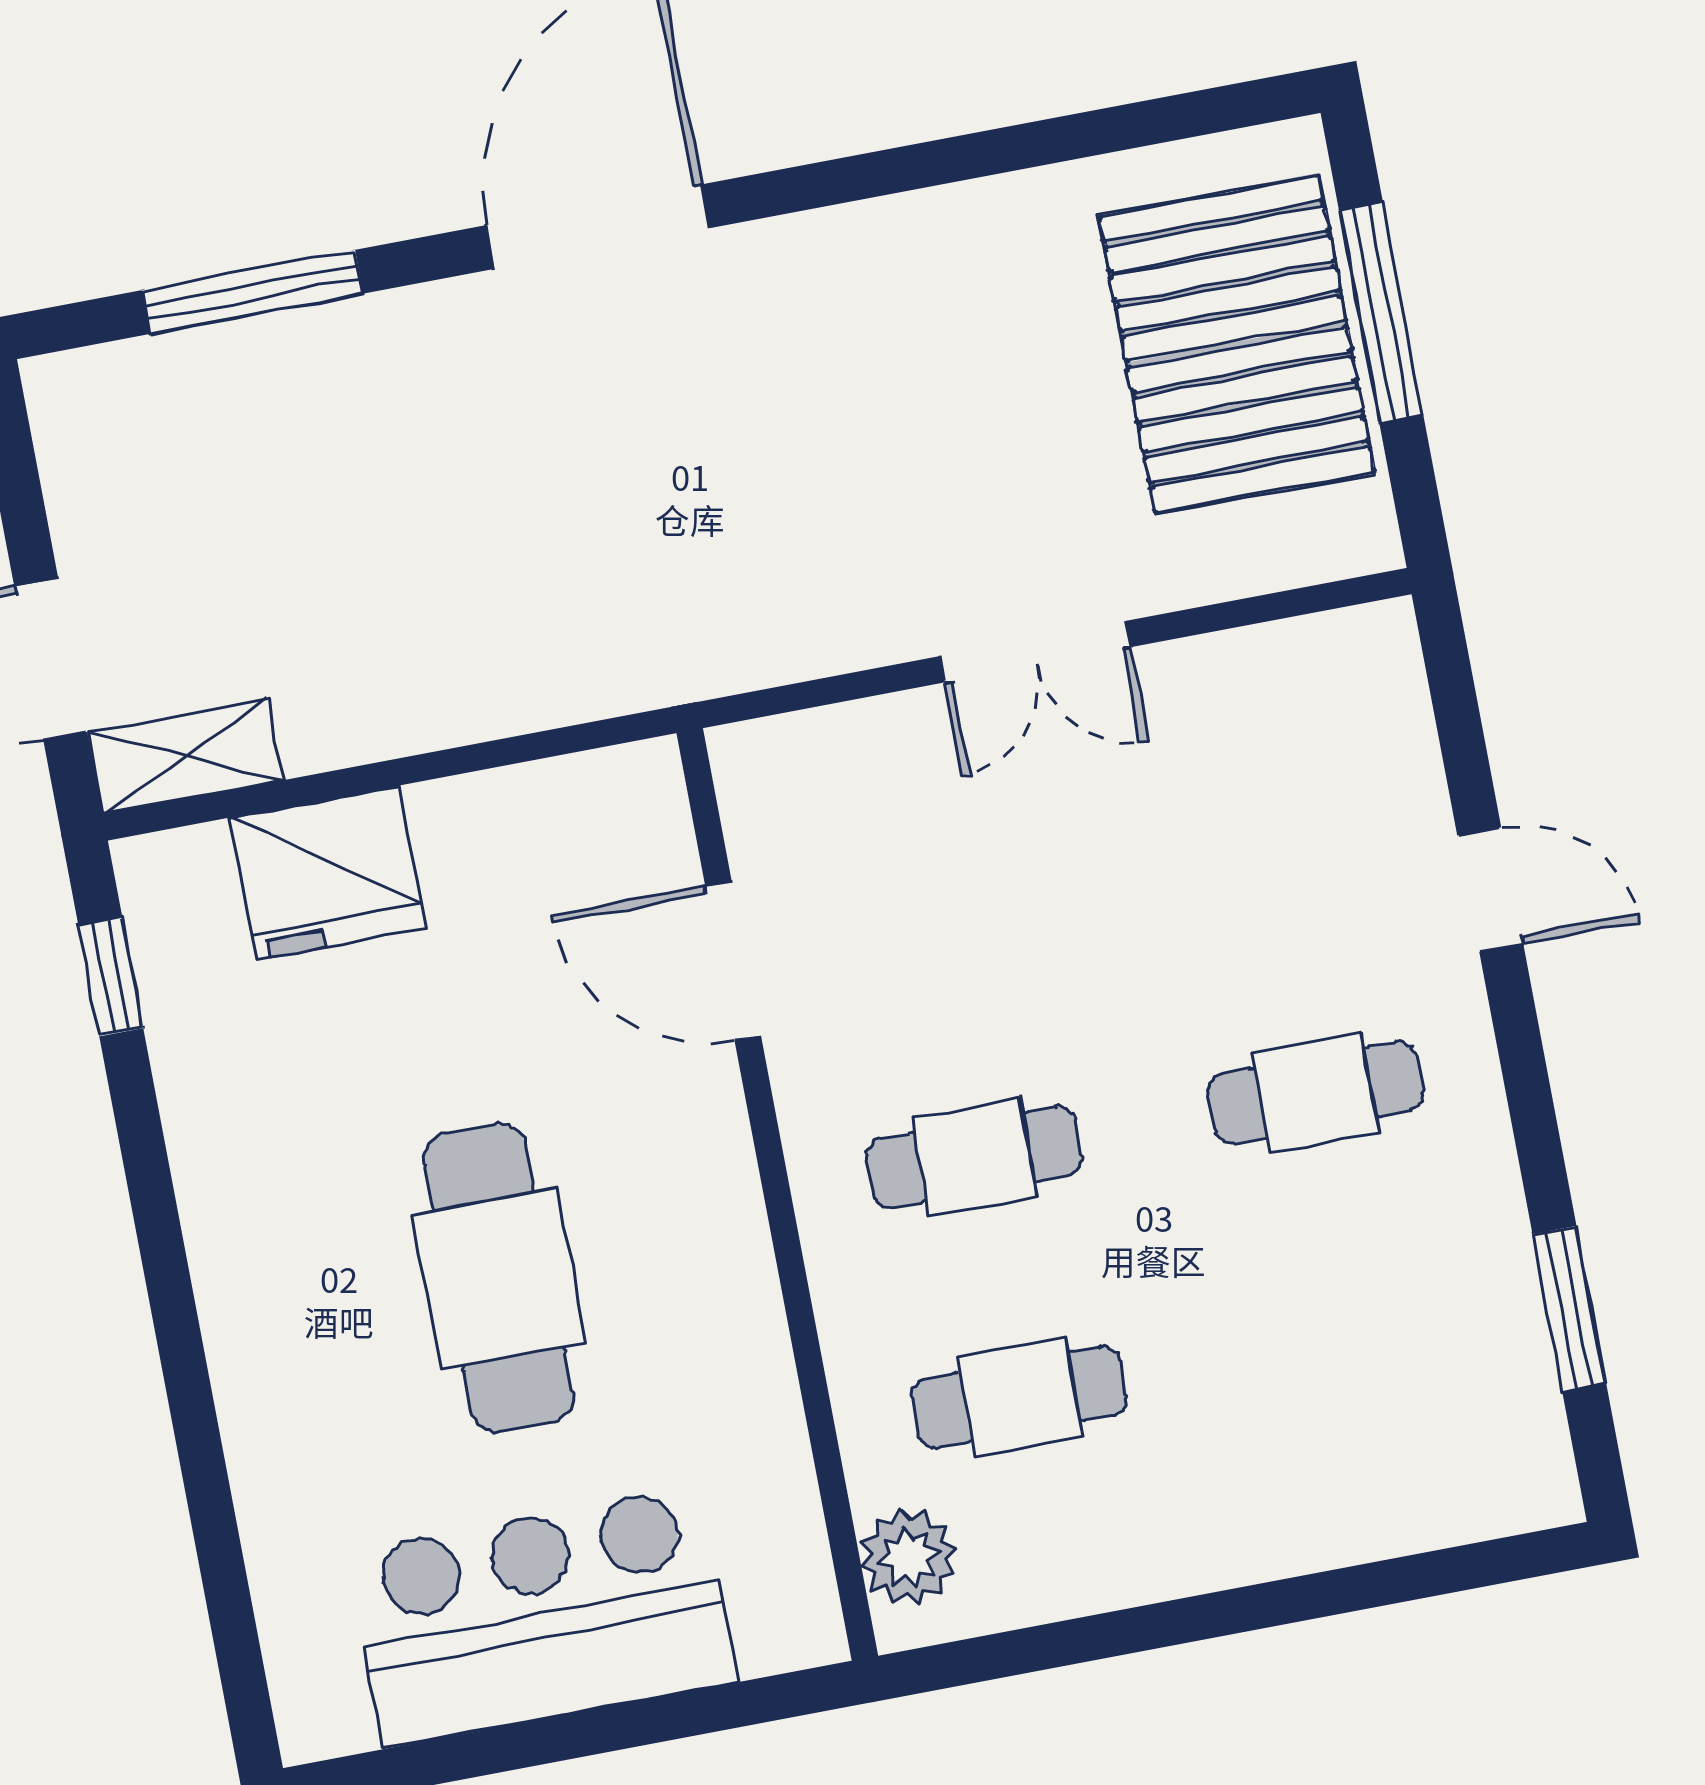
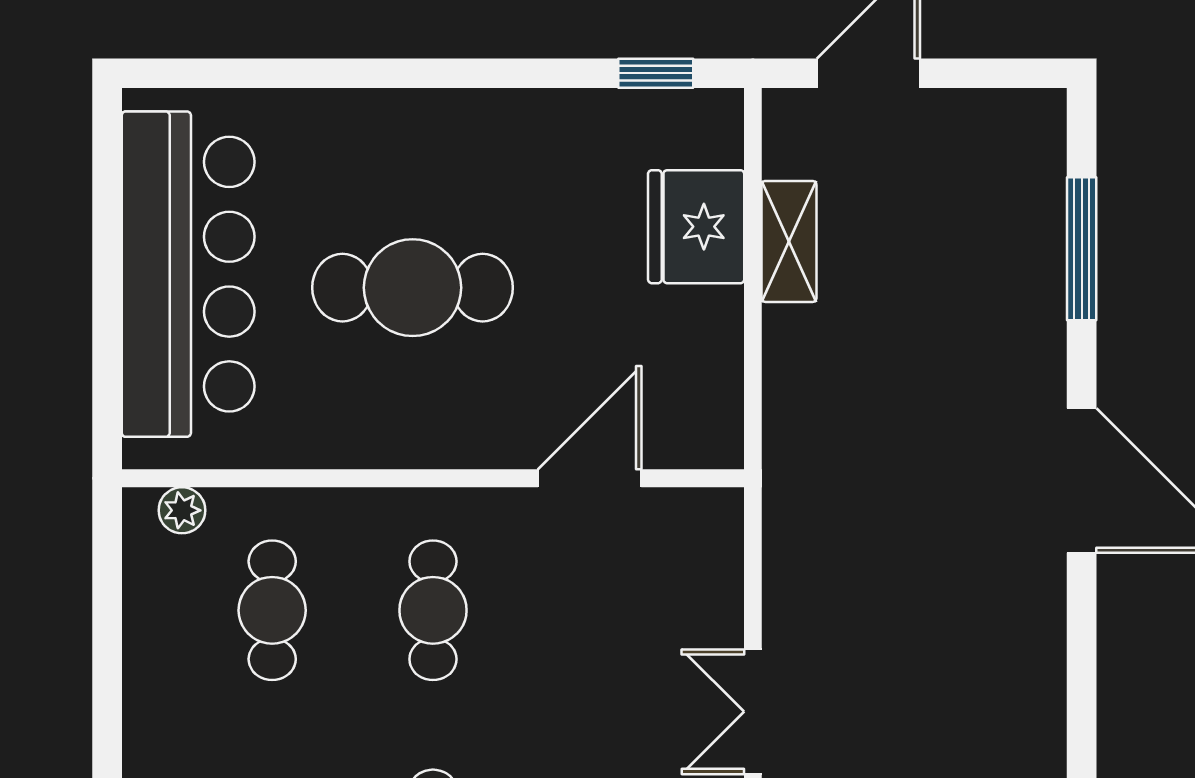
shelving: (185, 757) -> (789, 241), moved
plant: (909, 1557) -> (182, 510), width x0.73, depth x0.73
bar counter: (542, 1617) -> (188, 274), width x1.36

